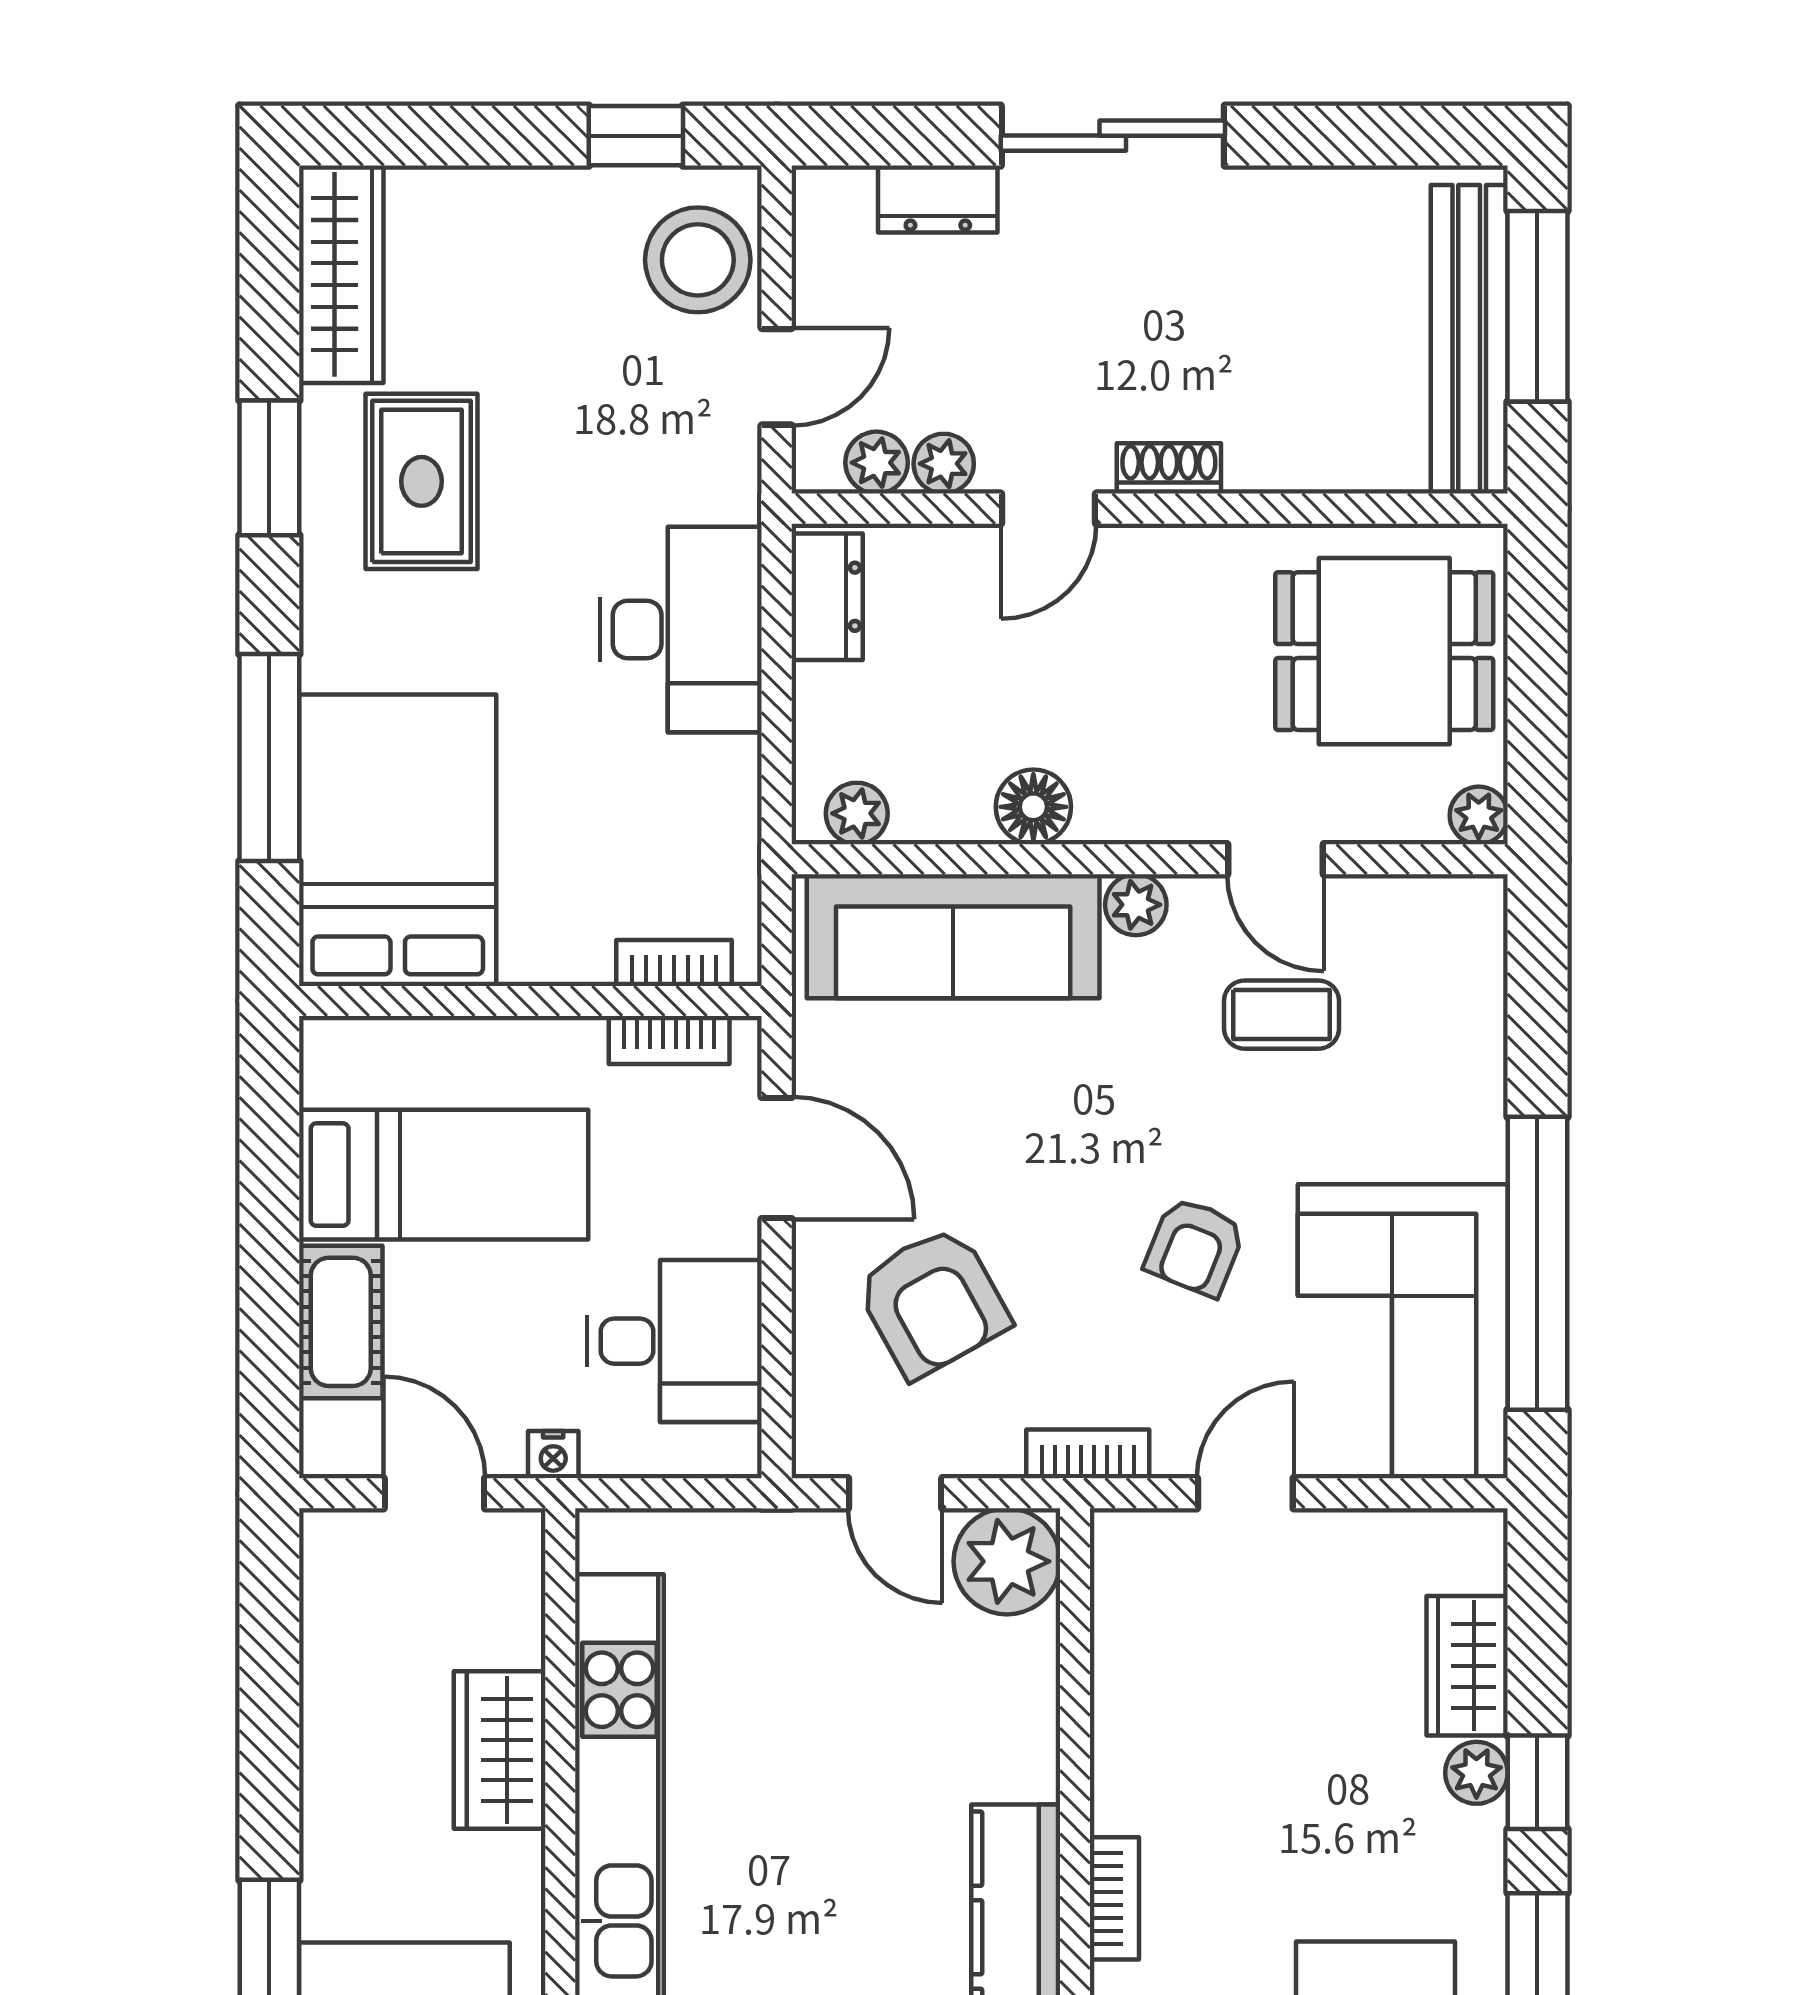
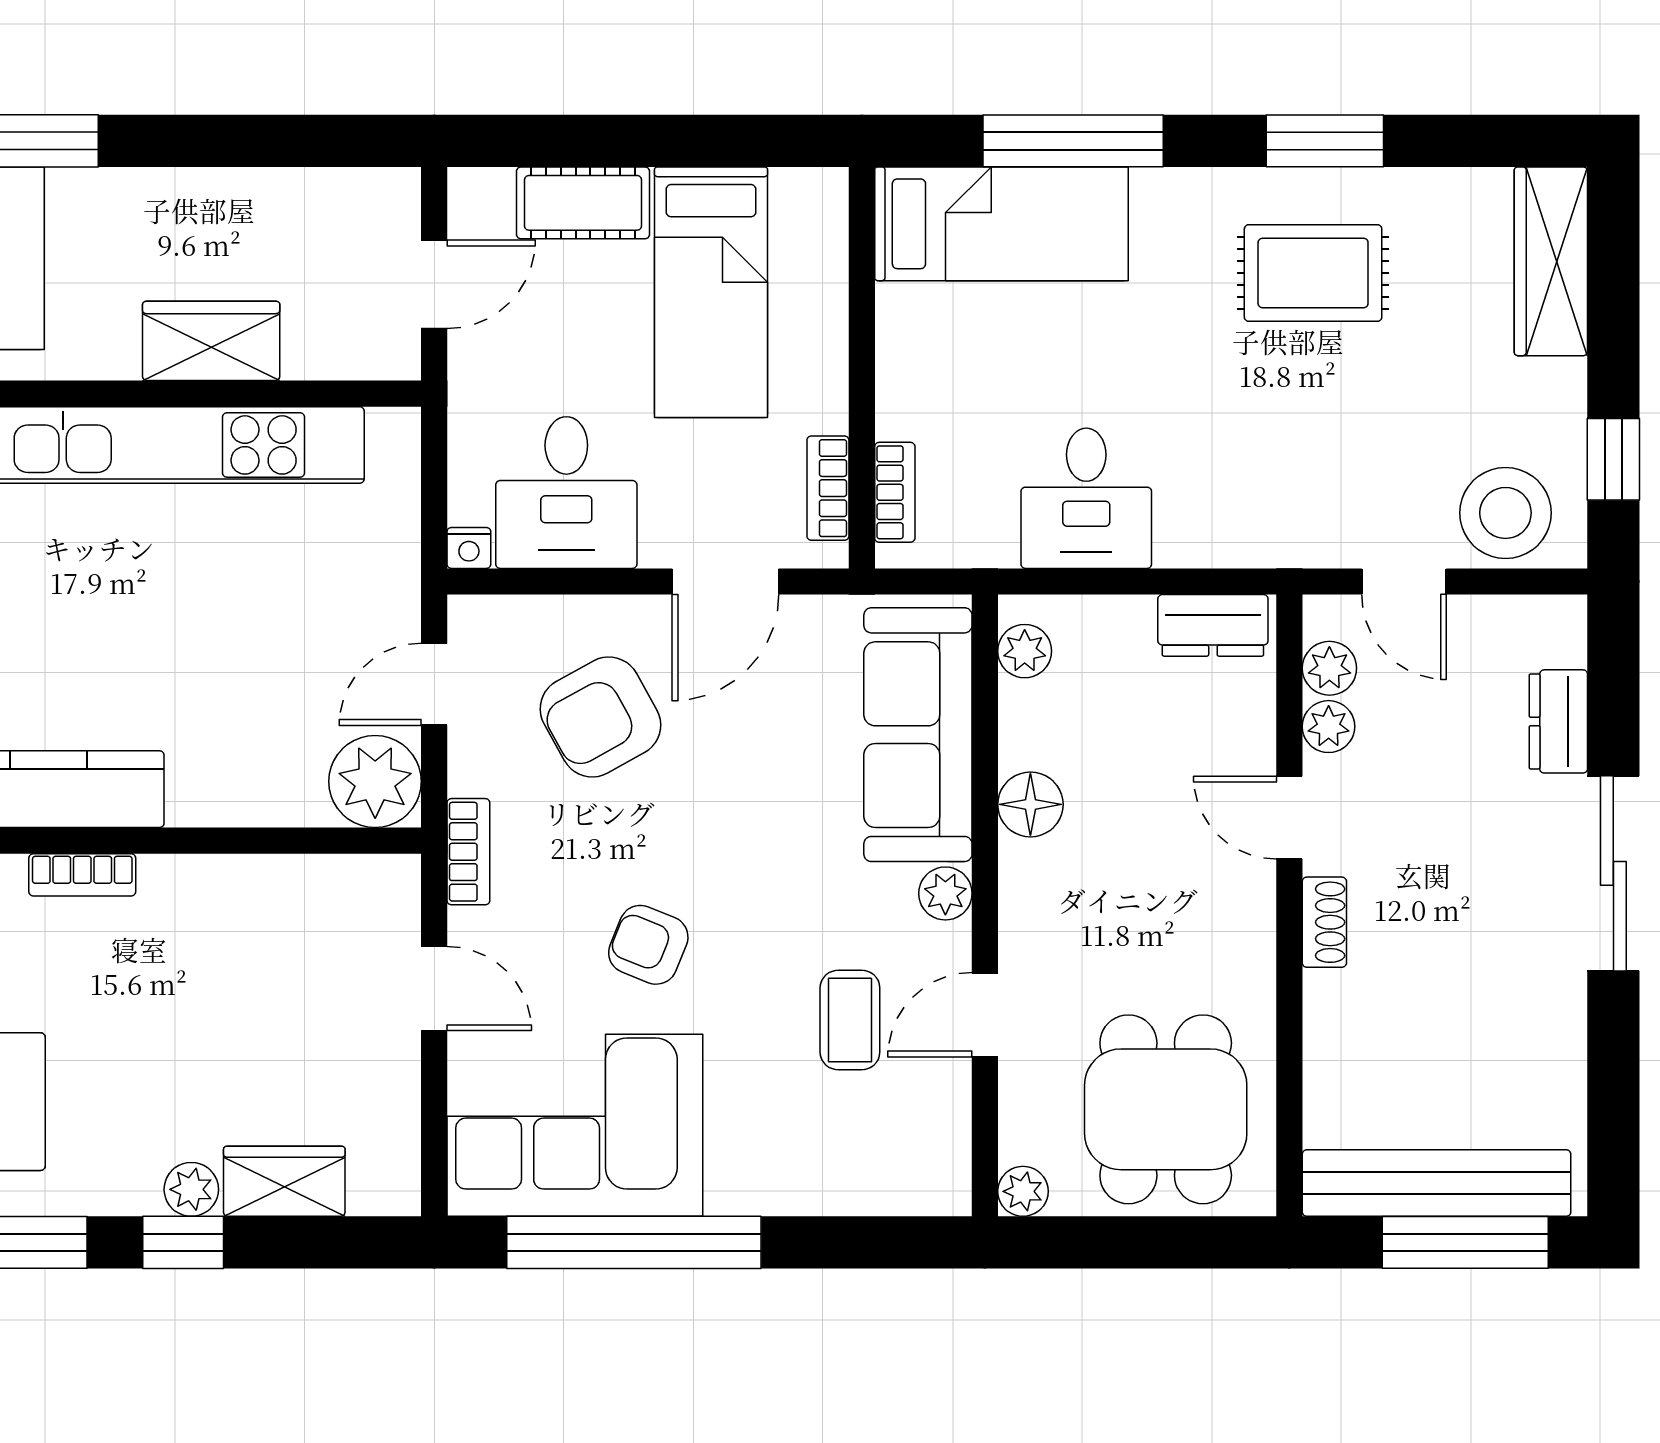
wardrobe: (341, 274) -> (1551, 261), moved, turned 90
desk: (681, 629) -> (1086, 498), moved, width x0.73
bed: (398, 840) -> (1001, 224), width x0.67
nightstand: (553, 1455) -> (469, 548), moved, turned -90

